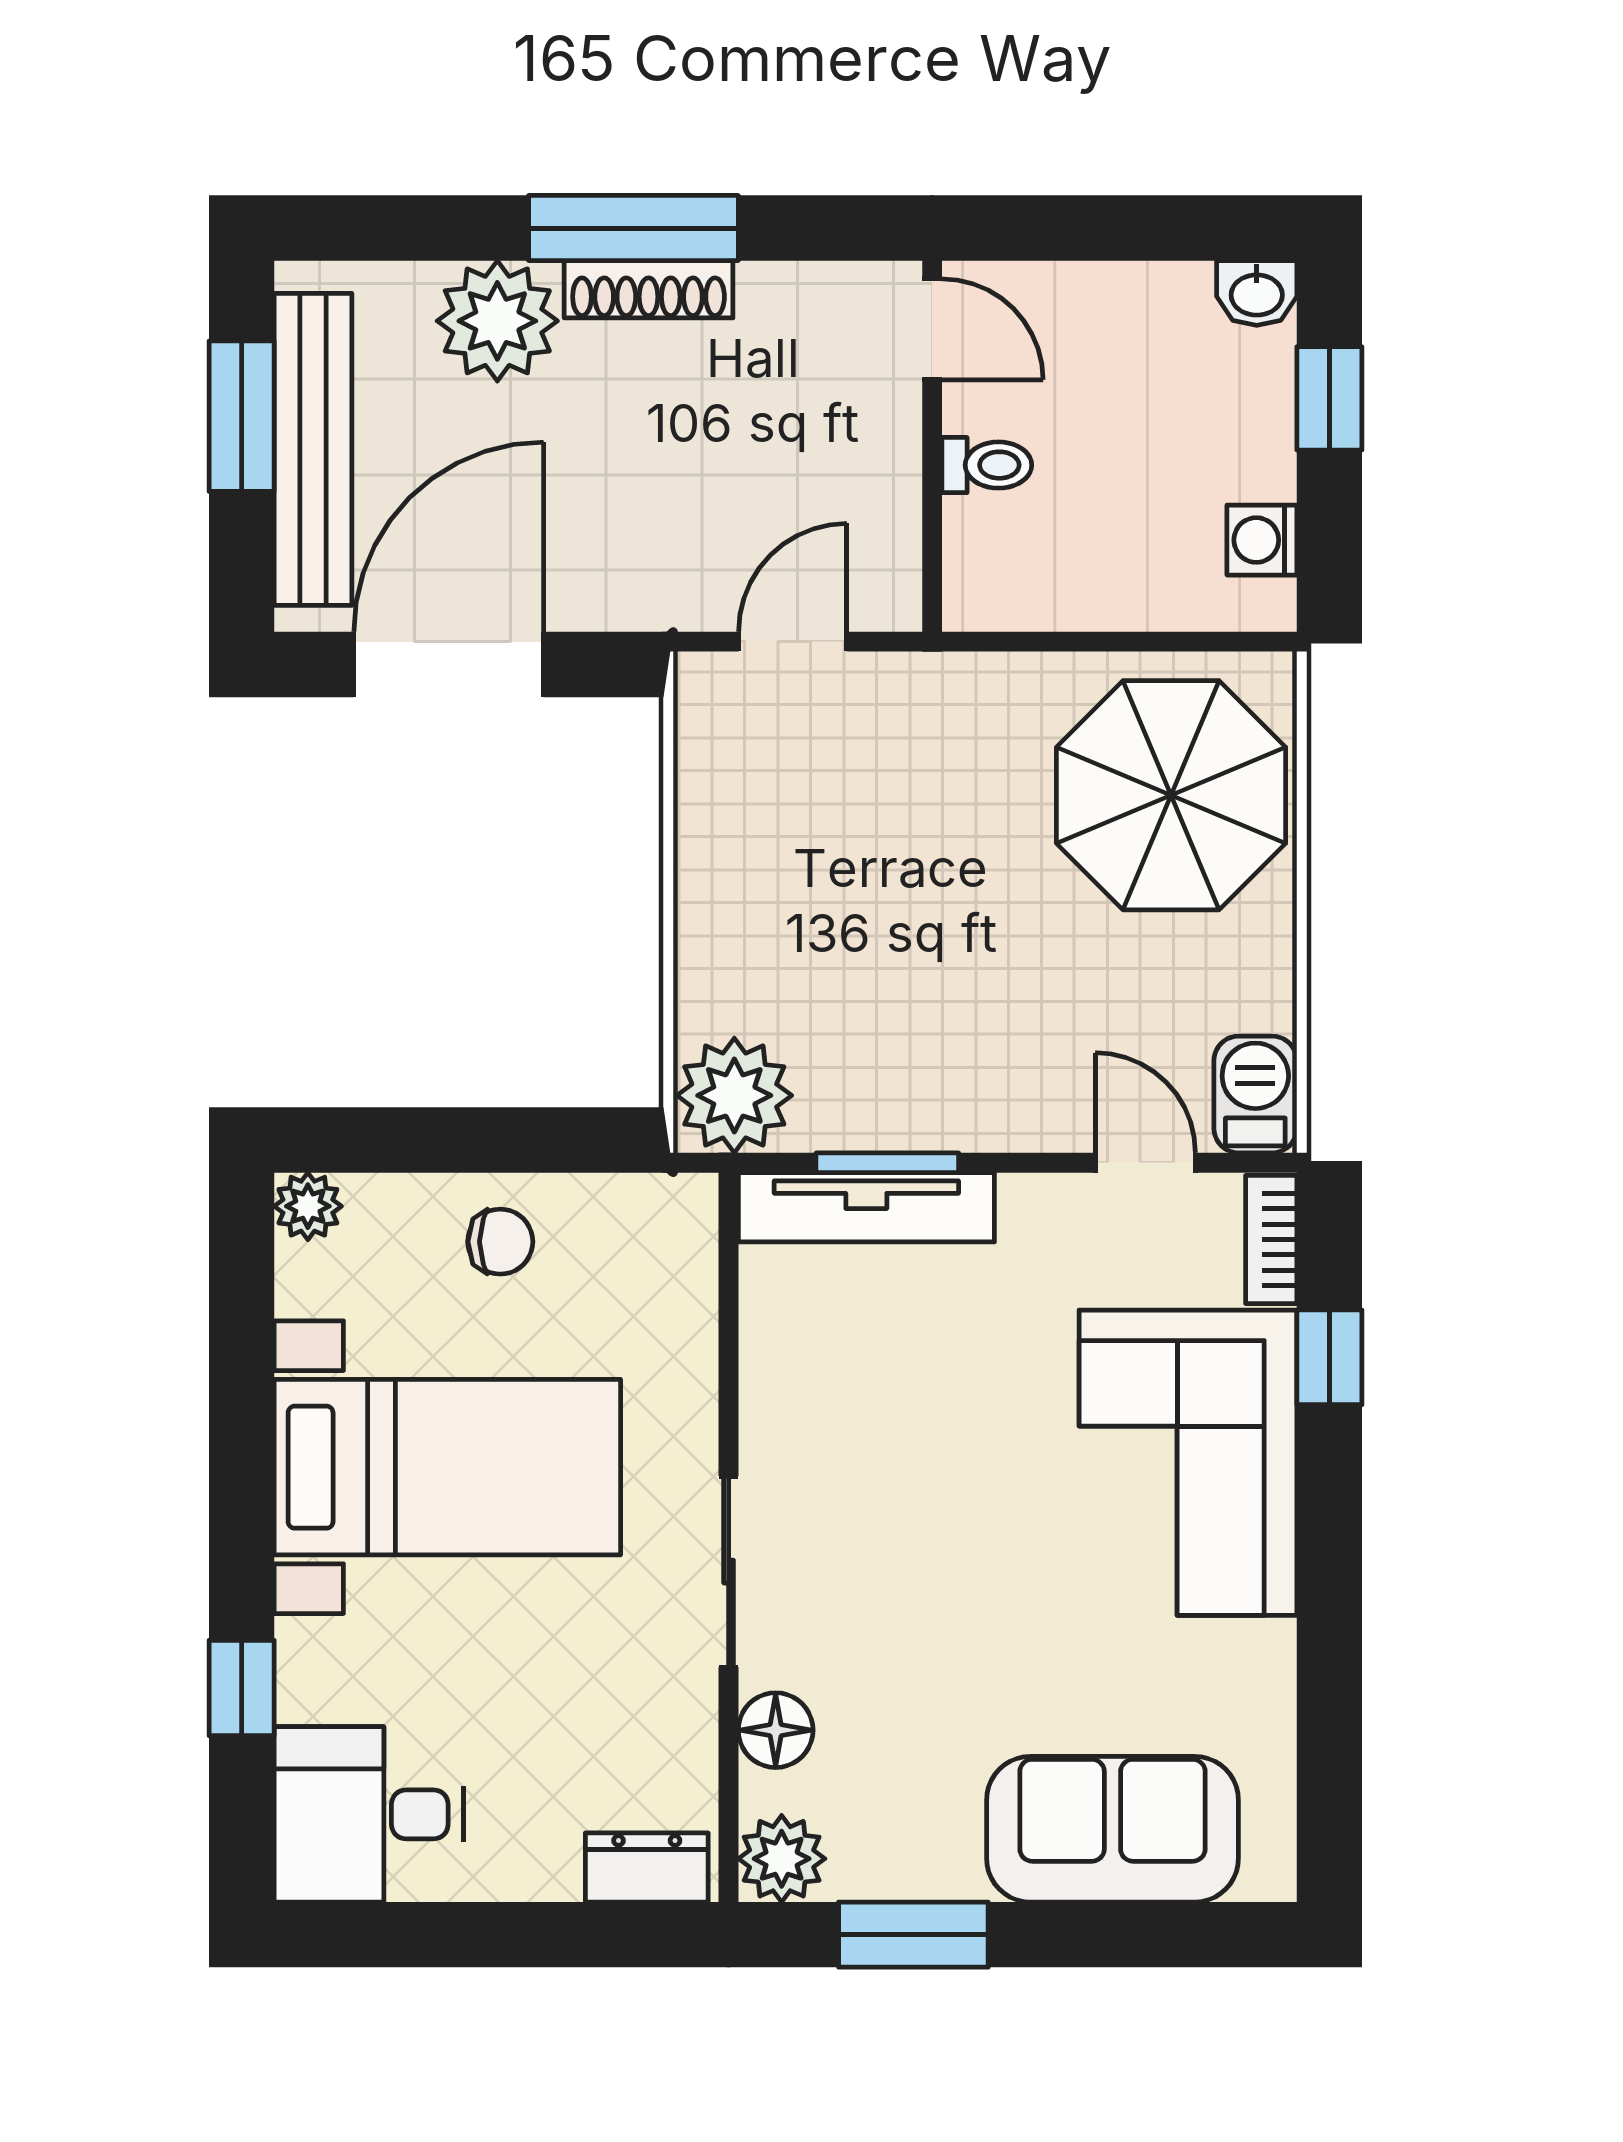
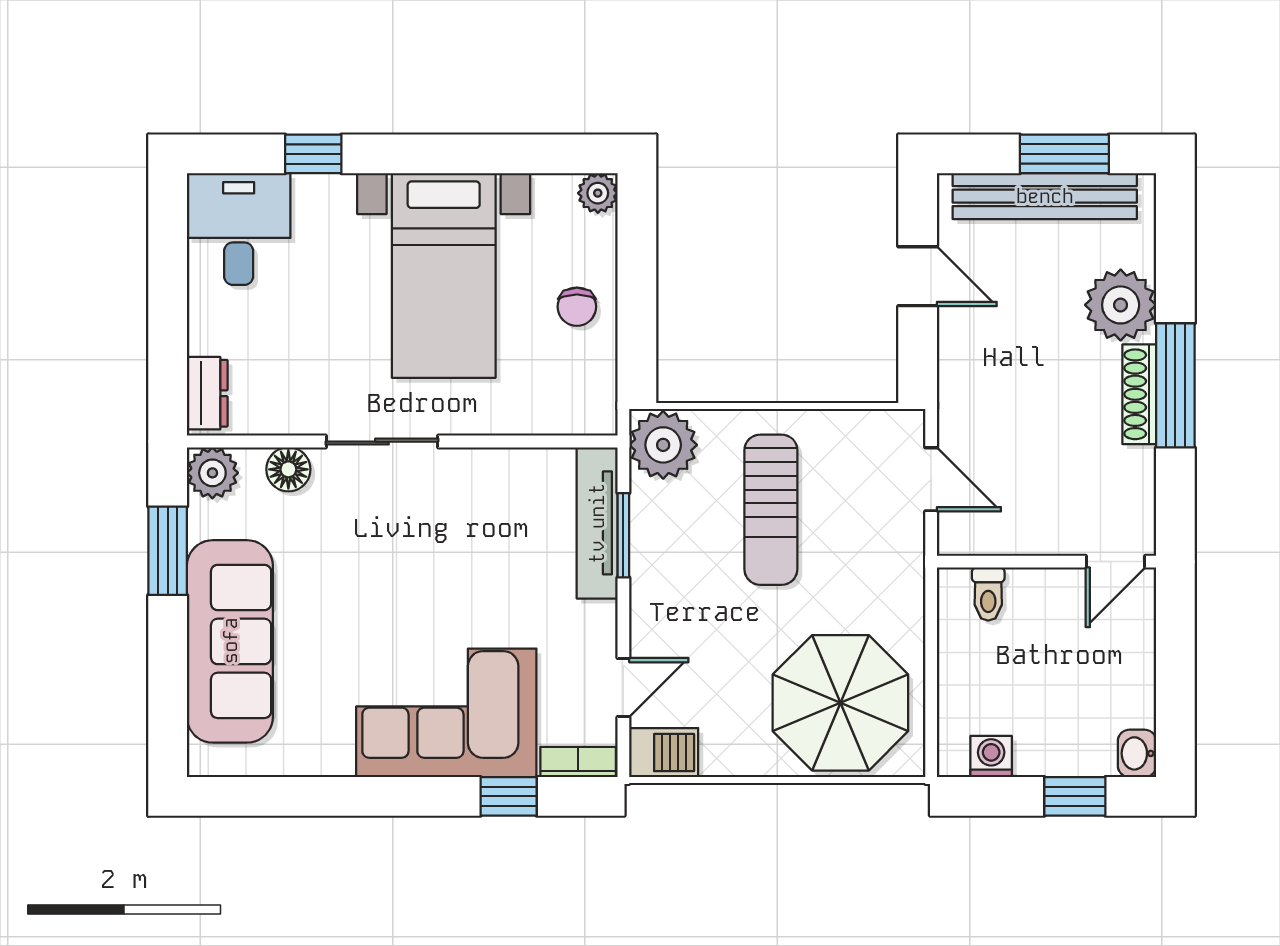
toilet: (987, 465) -> (988, 594), moved
door: (449, 664) -> (918, 276), width x0.53
sun lounger: (844, 913) -> (771, 510), added
sofa: (1112, 1829) -> (230, 641), width x1.36

